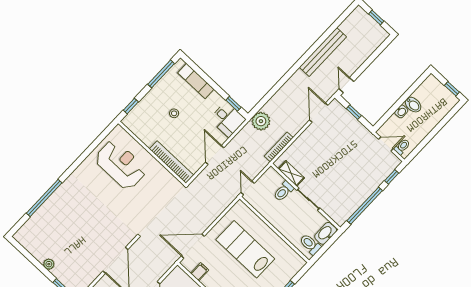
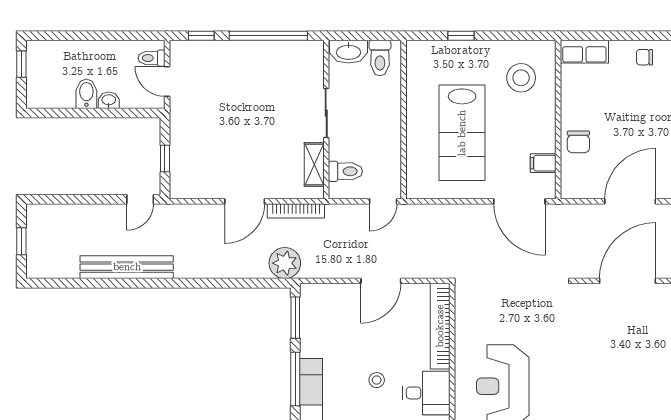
window: (207, 79) -> (295, 379), added
window: (233, 104) -> (295, 318), width x1.50
door: (319, 113) -> (245, 201), moved
desk: (227, 119) -> (426, 393), moved, turned 90
toilet: (284, 191) -> (345, 171), moved

